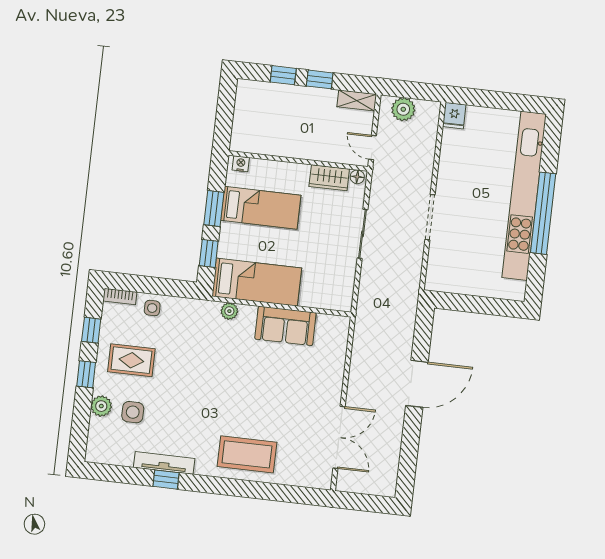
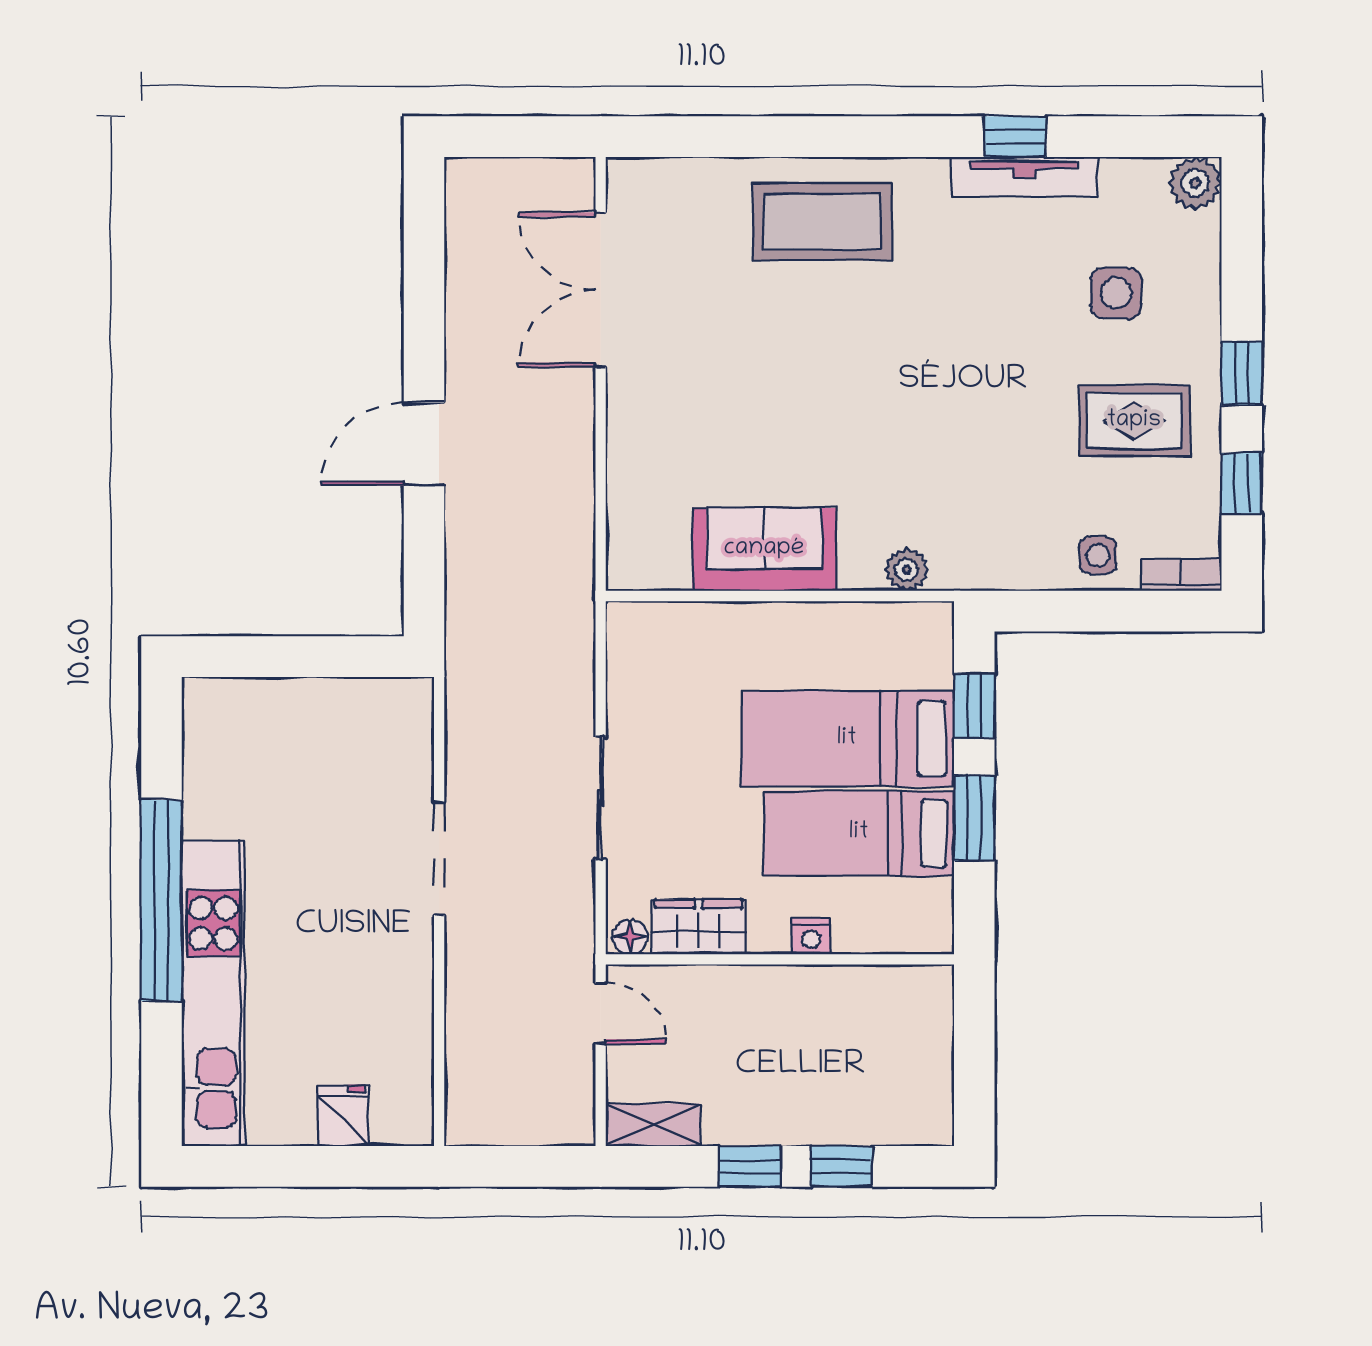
plant: (403, 109) -> (536, 1117), removed
fridge: (454, 116) -> (343, 1116), moved
nightstand: (241, 164) -> (811, 936), moved
kitchen unit: (524, 196) -> (213, 994), width x0.73
bed: (257, 282) -> (847, 739), moved
door: (417, 384) -> (424, 444), width x0.73
plant: (101, 406) -> (1195, 183), moved

